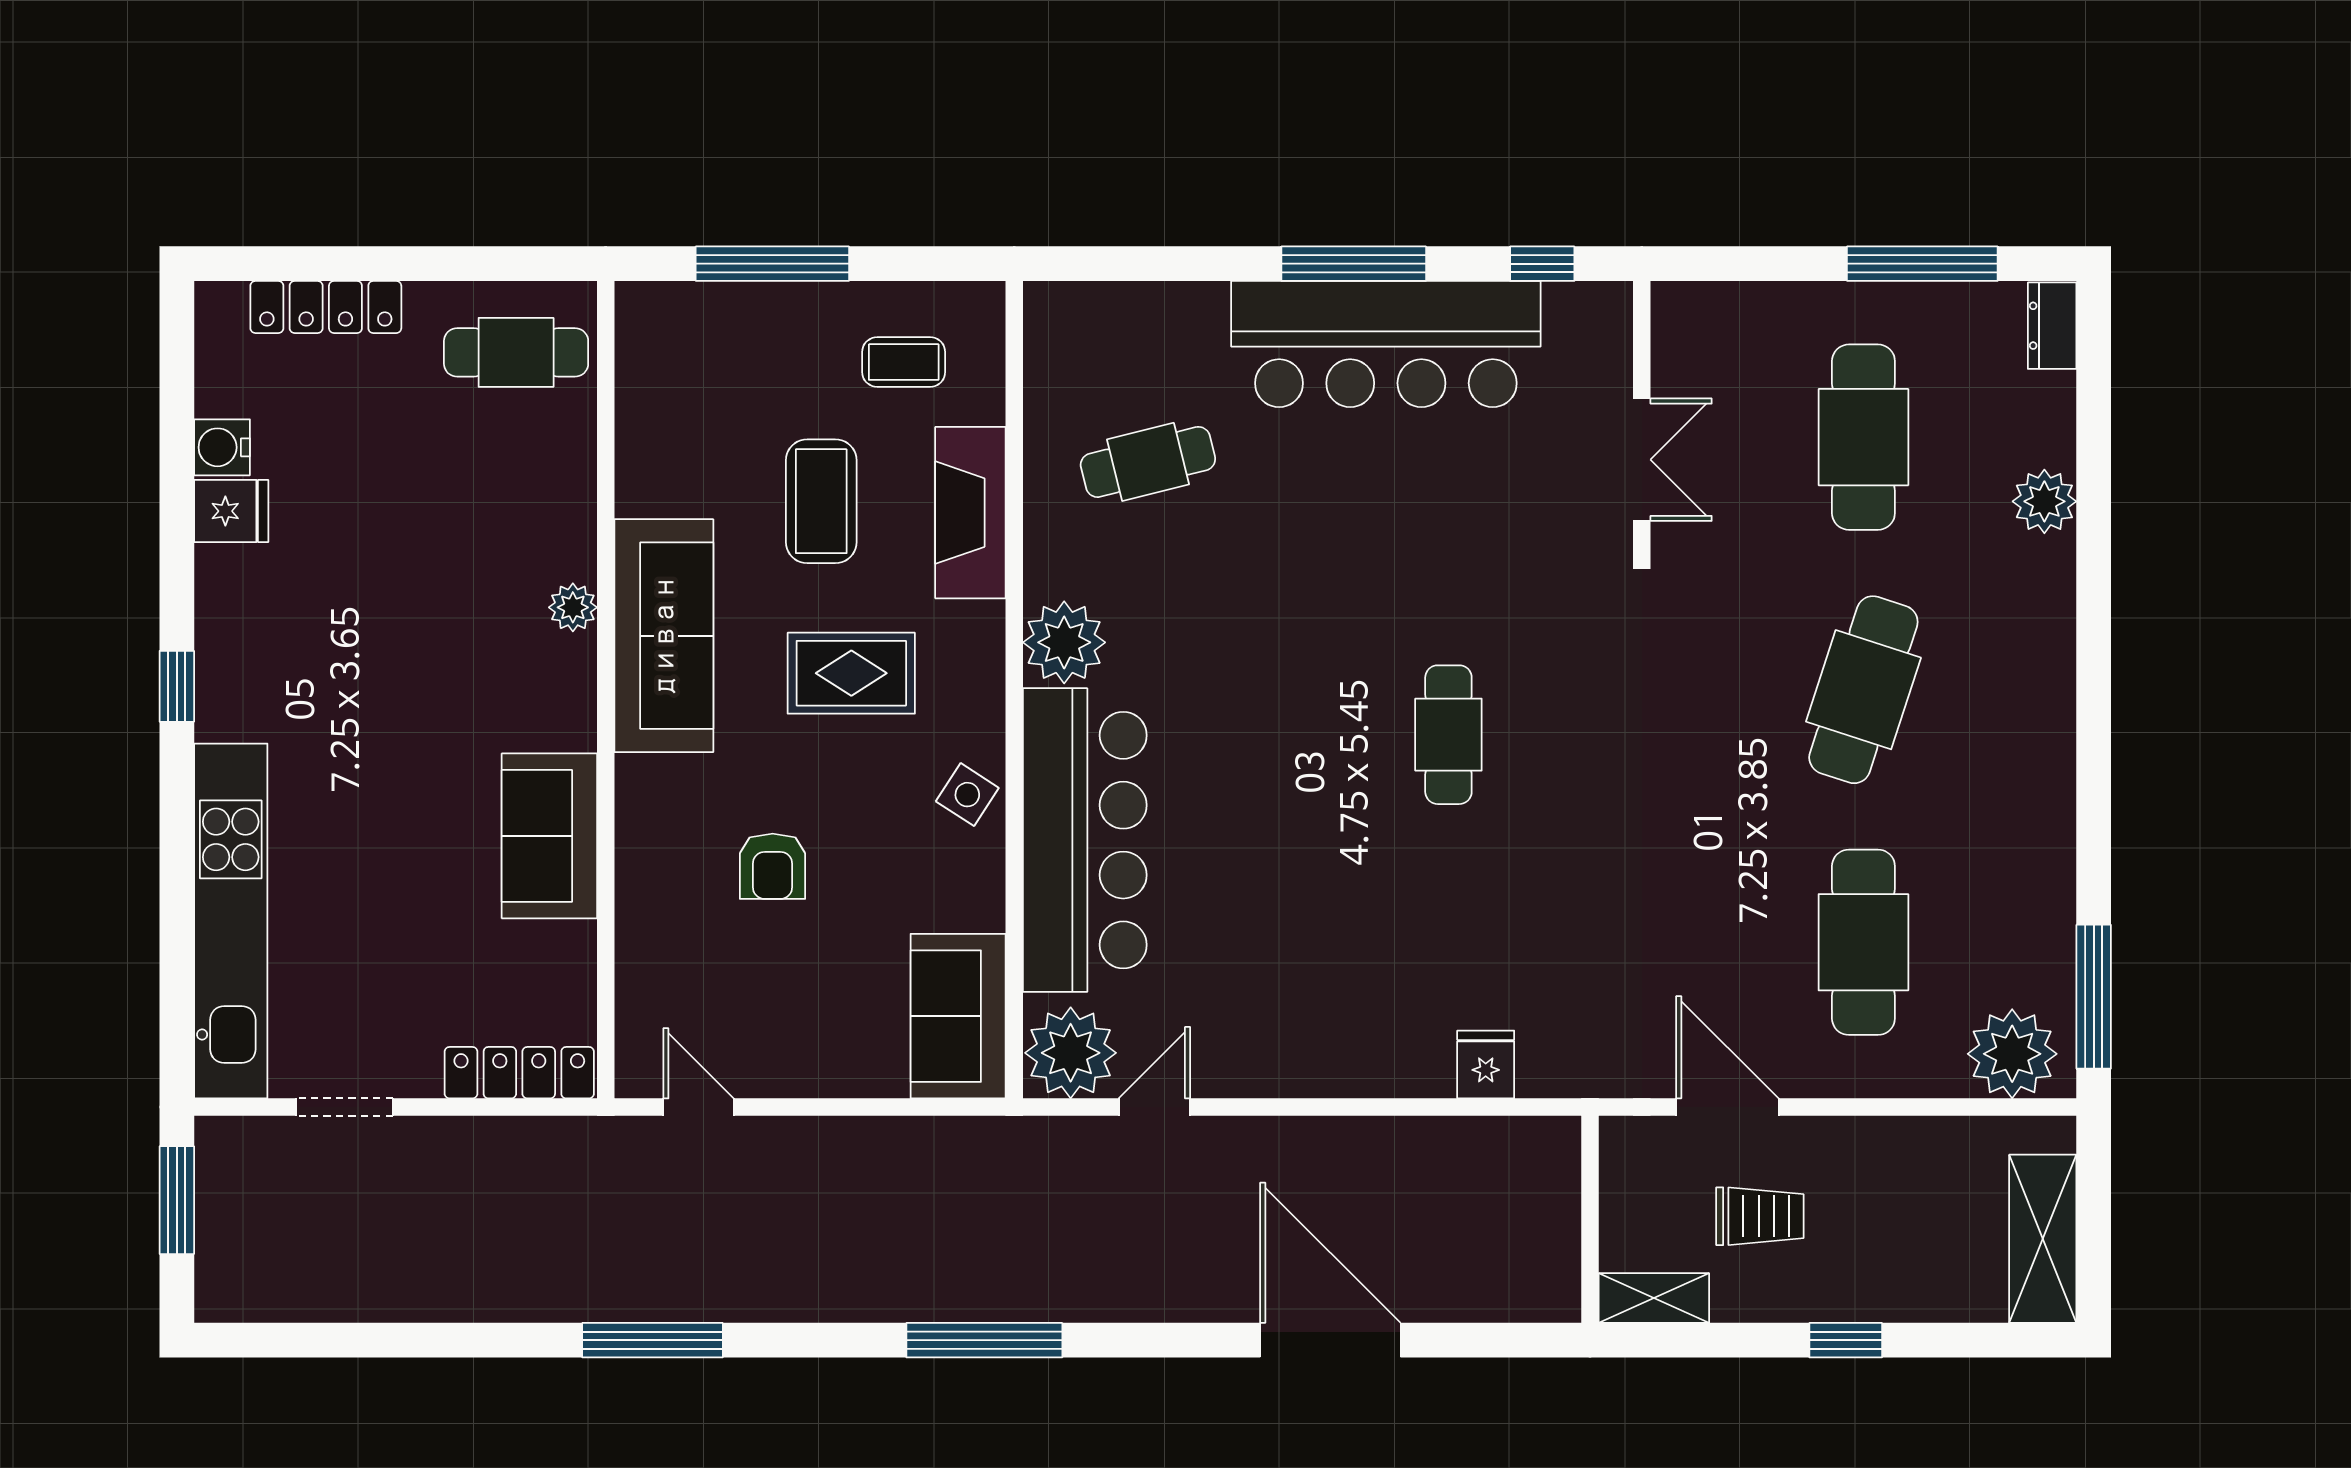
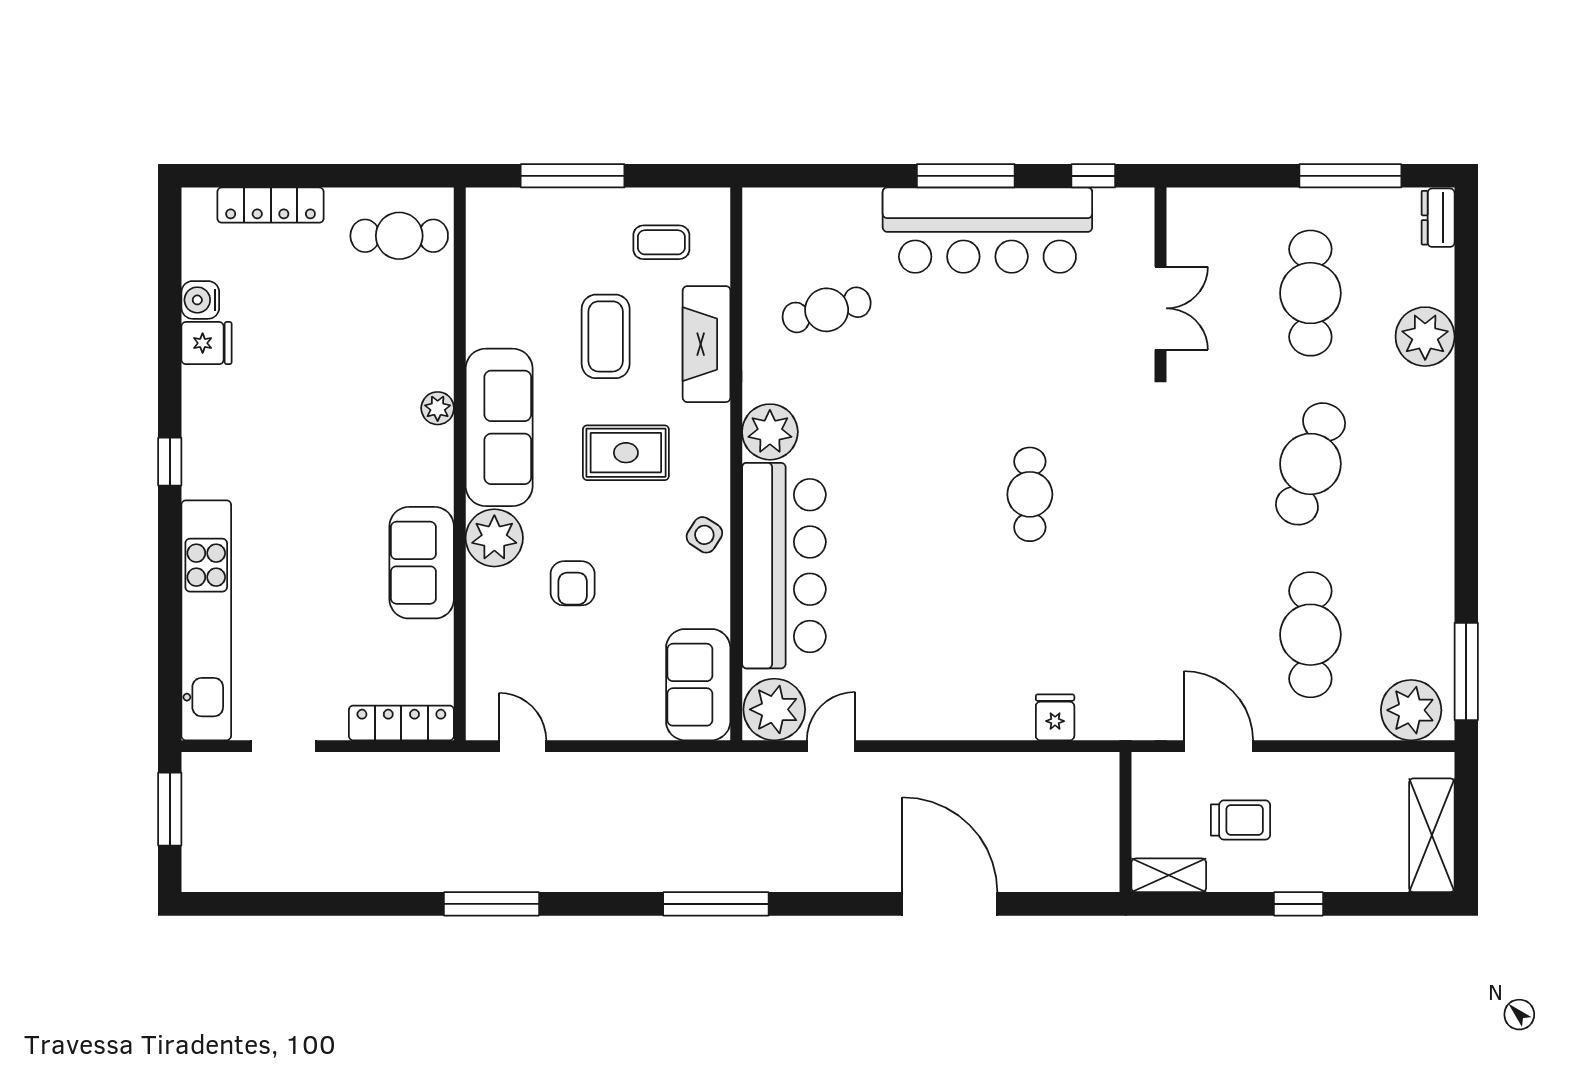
plant: (2044, 501) -> (1425, 337), width x1.36, depth x1.36
plant: (657, 799) -> (494, 538), added

